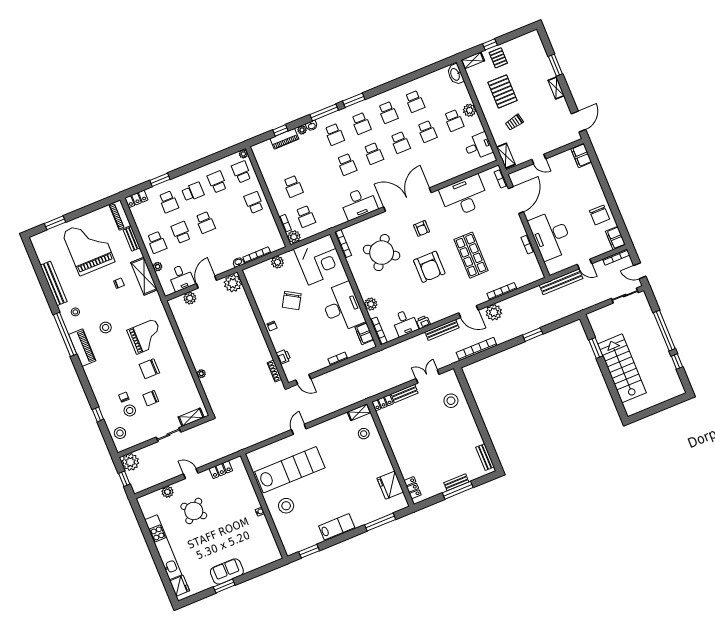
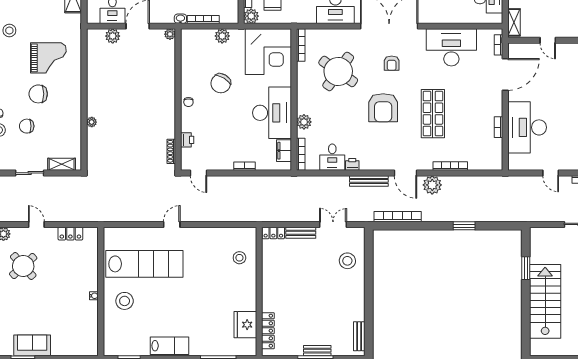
bench: (561, 282) -> (518, 182), removed
plant: (233, 283) -> (170, 34), width x0.53, depth x0.53
shelving: (359, 412) -> (244, 233), removed
locker: (413, 488) -> (268, 331), width x1.53

